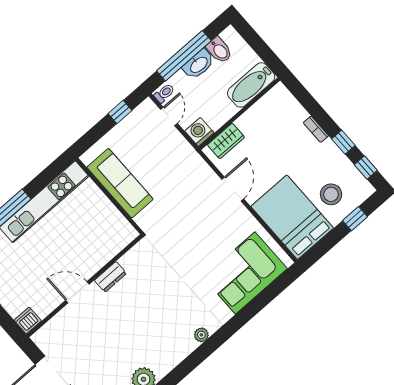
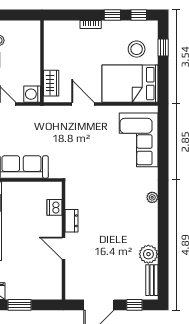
bathtub: (251, 85) -> (31, 40), removed
door: (77, 292) -> (63, 248), hinge flipped
dishwasher: (28, 321) -> (54, 207), moved

